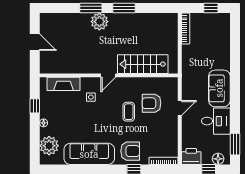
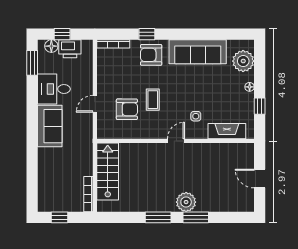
stairs: (143, 64) -> (108, 171), moved, turned -90
printer: (191, 156) -> (70, 49), moved

